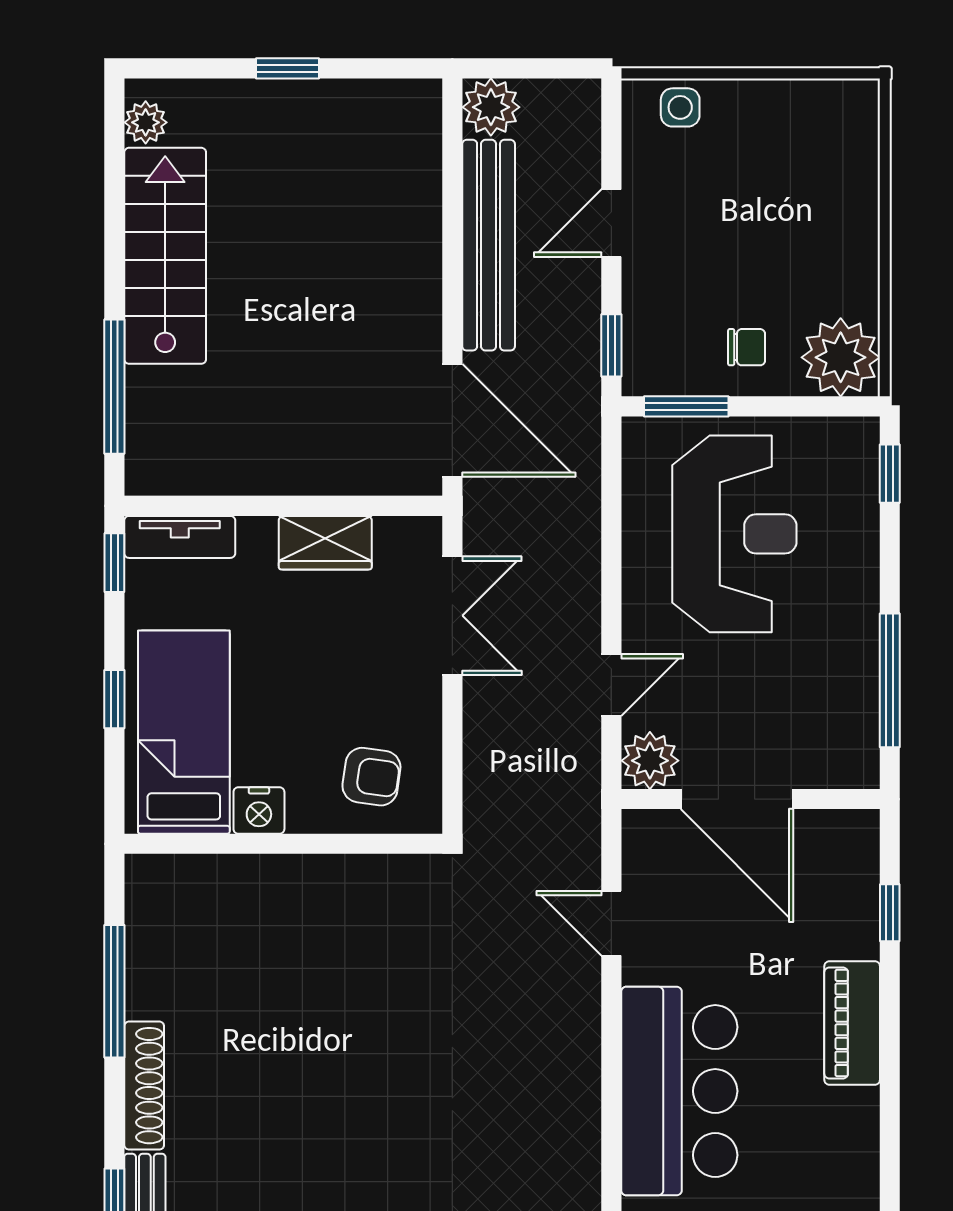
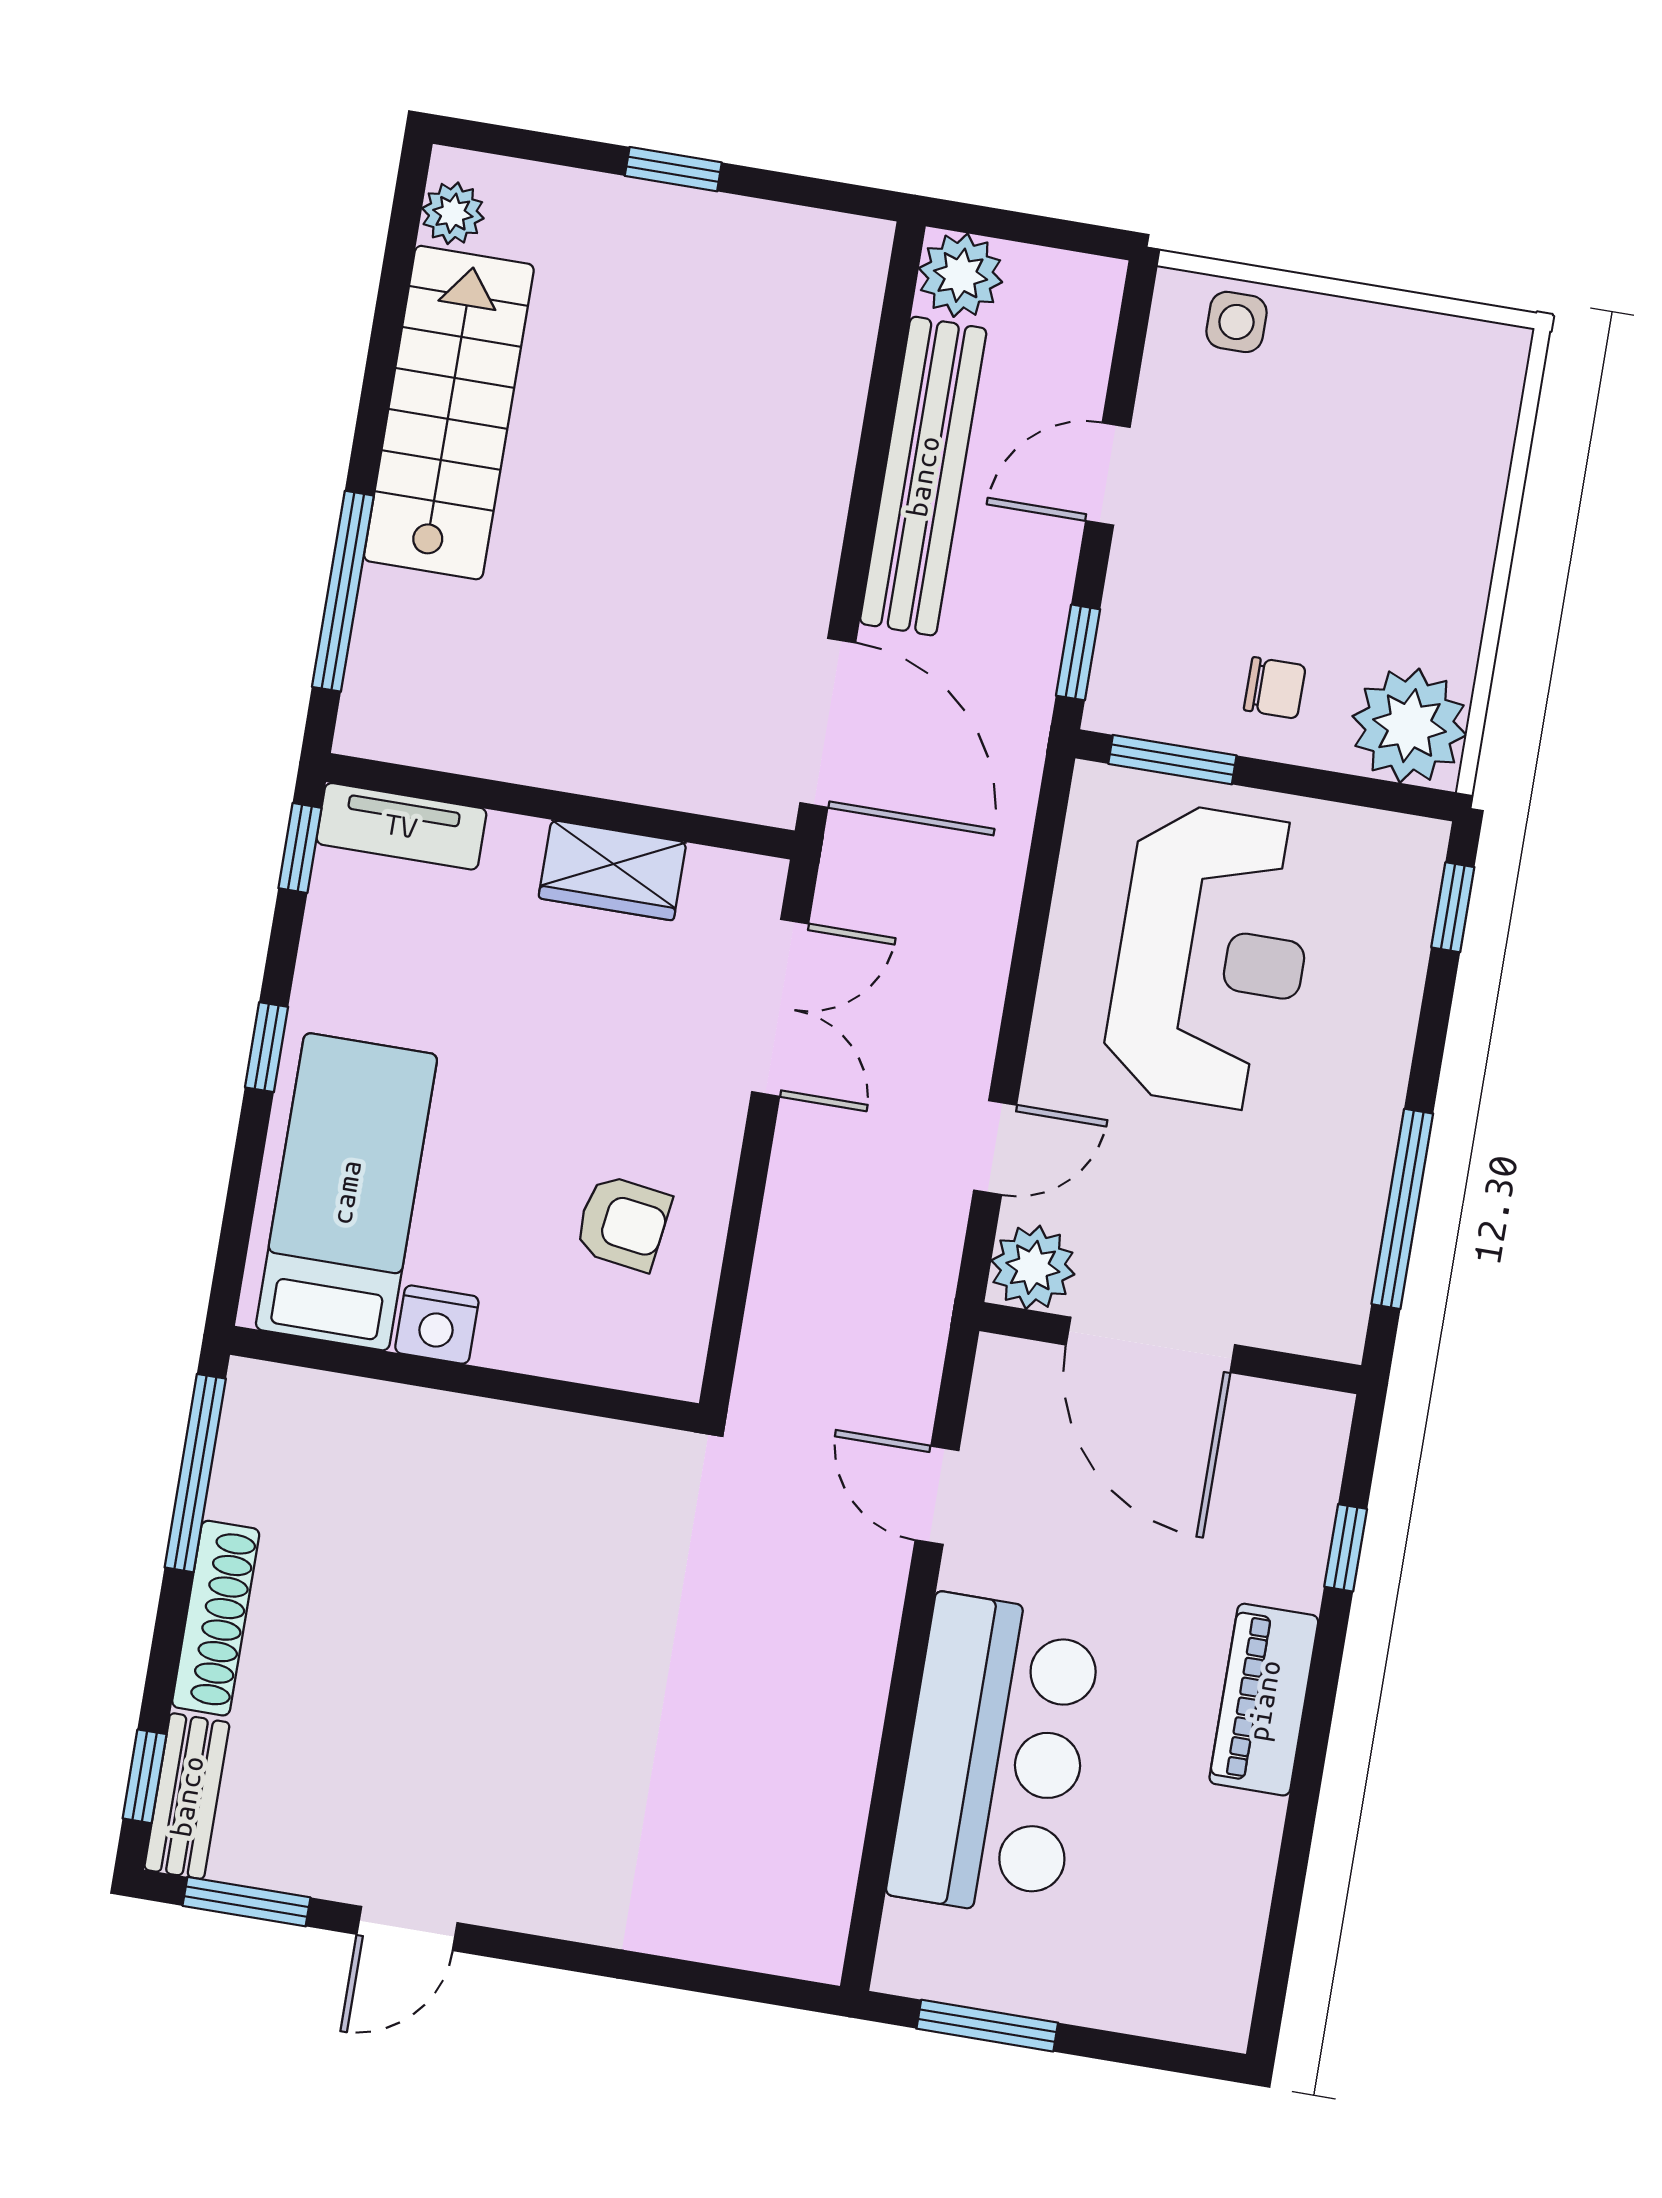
bed: (184, 732) -> (346, 1192), moved
nightstand: (259, 811) -> (437, 1325), moved
wall: (283, 844) -> (464, 1379), moved

